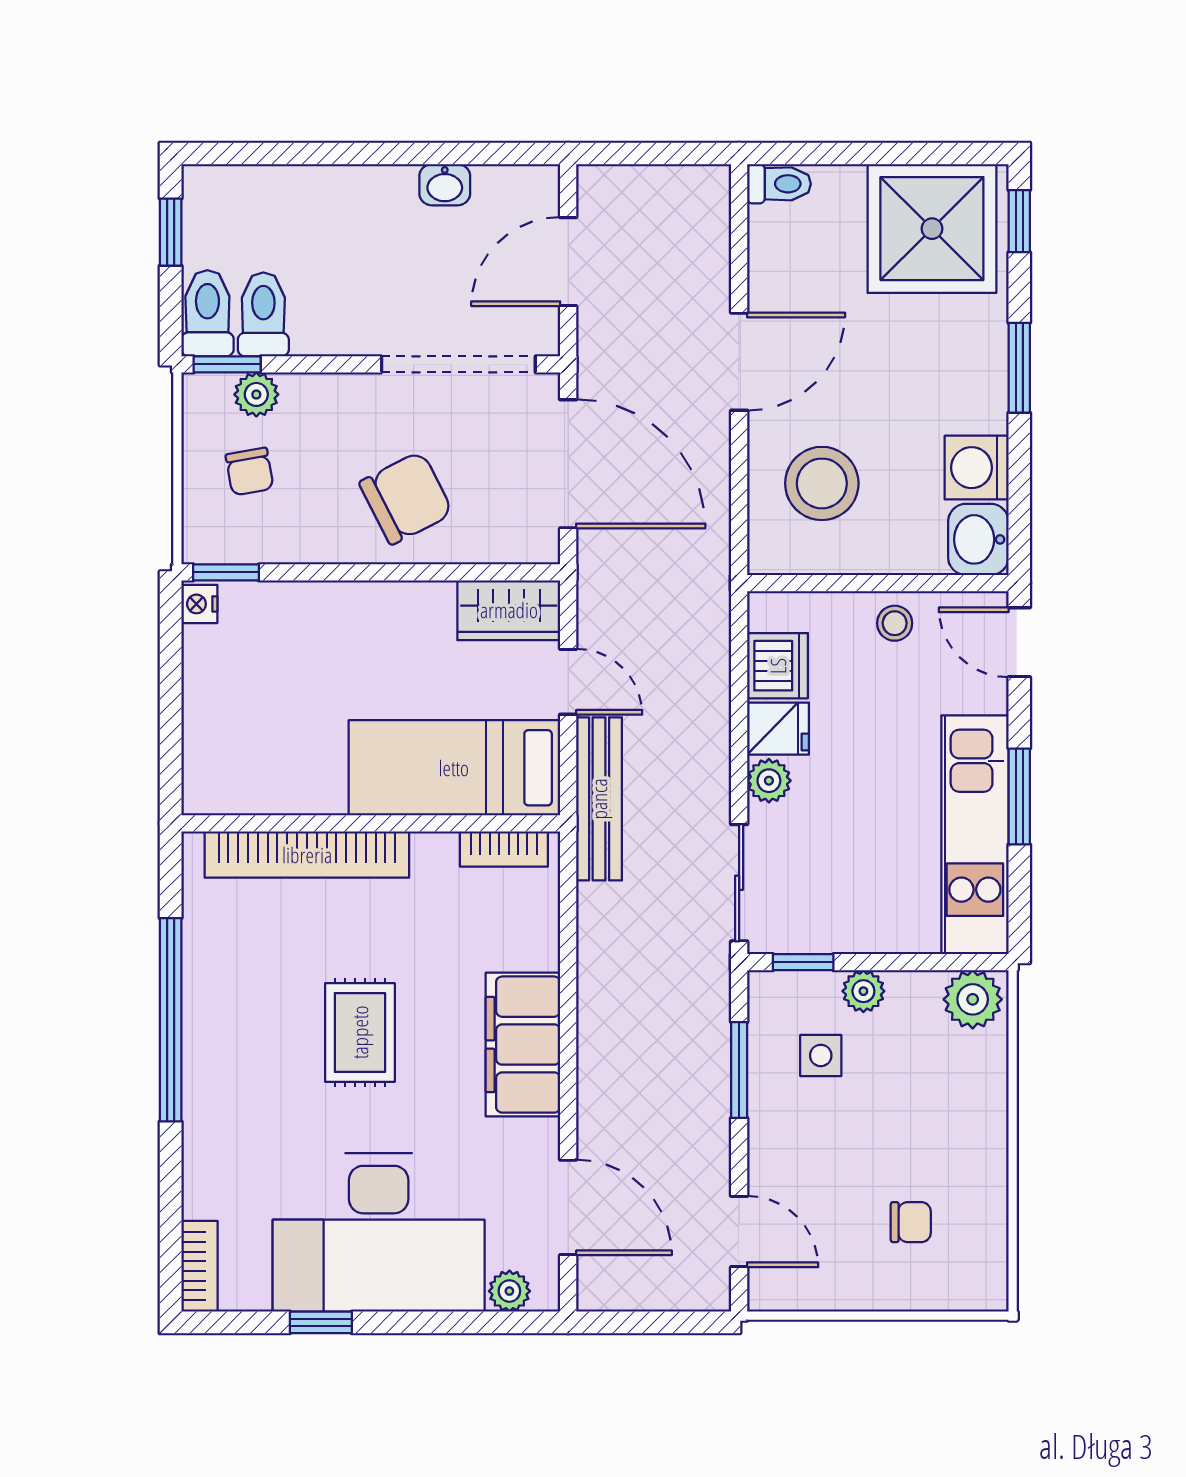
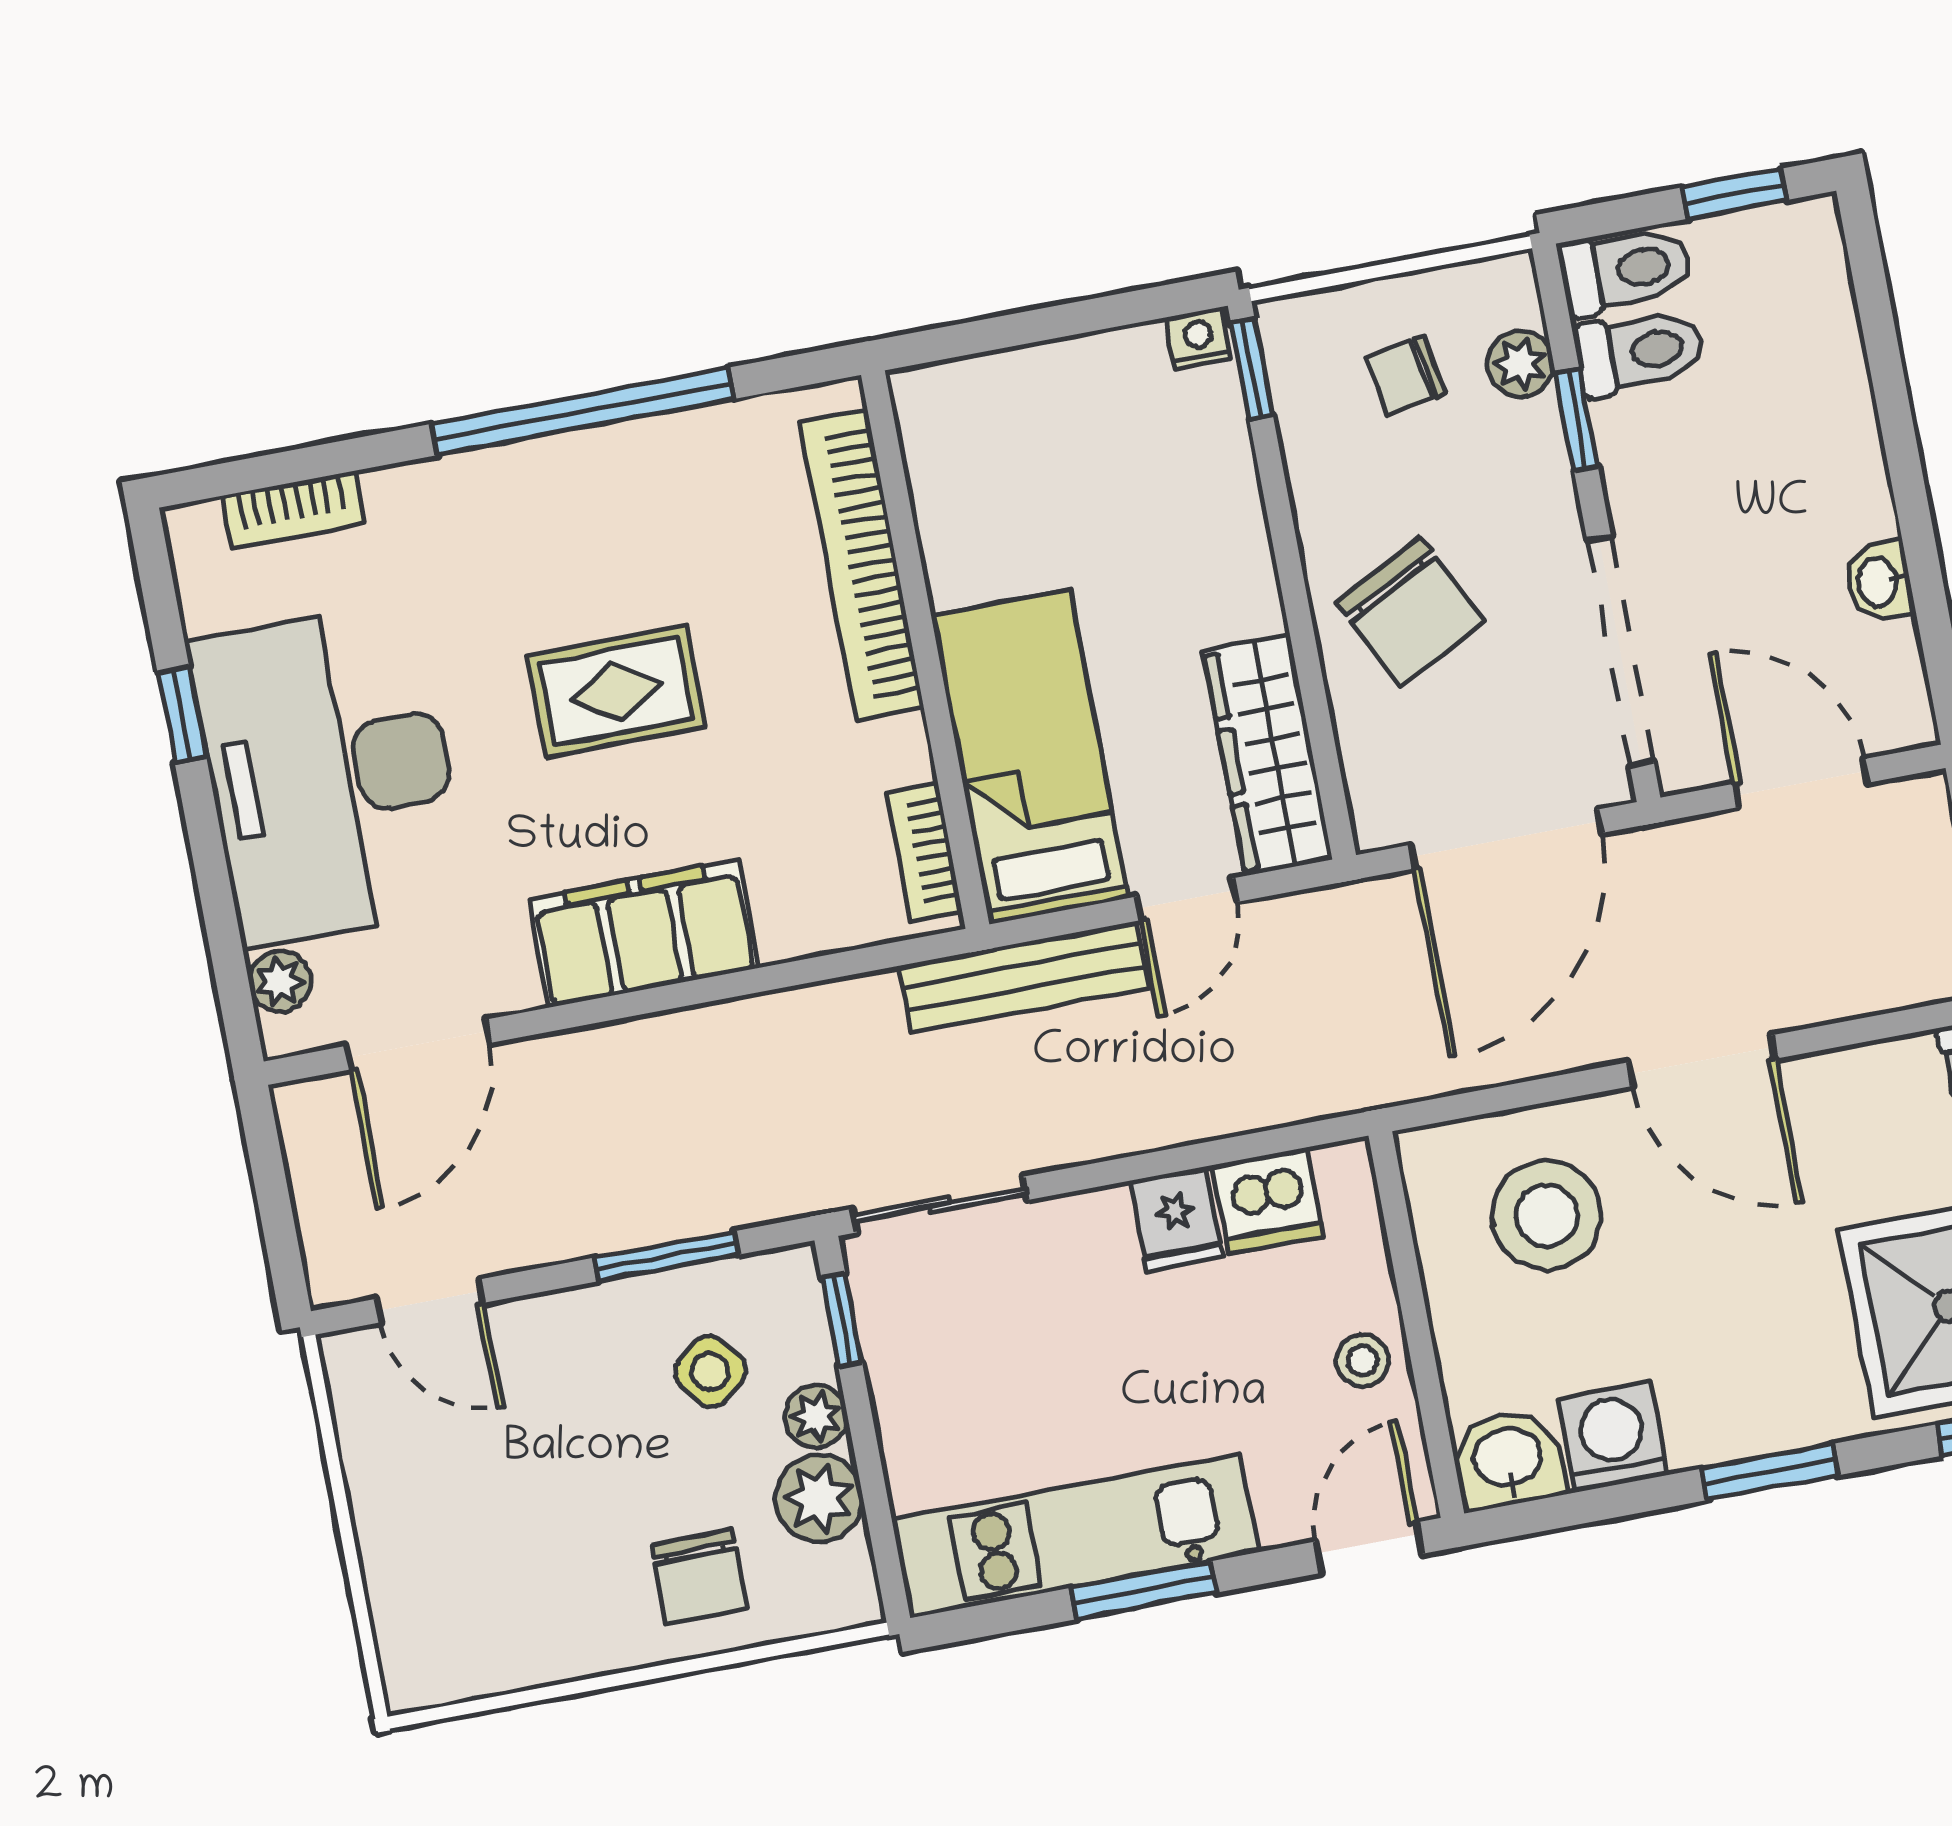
window: (227, 364) -> (1577, 420), moved
wardrobe: (509, 610) -> (1268, 755), width x1.50
plant: (769, 781) -> (1098, 1220), removed
plant: (973, 999) -> (819, 1498), moved
side table: (821, 1055) -> (710, 1372), turned -38
chair: (911, 1222) -> (699, 1577), moved, width x1.37, depth x1.37
door: (739, 1232) -> (430, 1301), hinge flipped
bookcase: (199, 1266) -> (293, 510), moved

